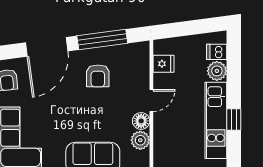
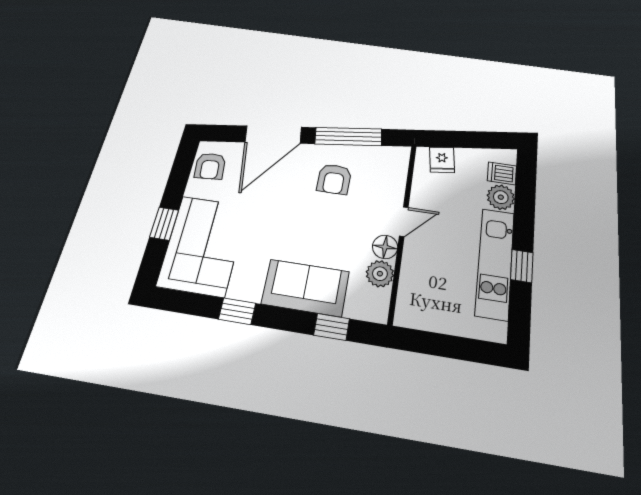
fridge: (164, 64) -> (442, 160), moved, turned 82

